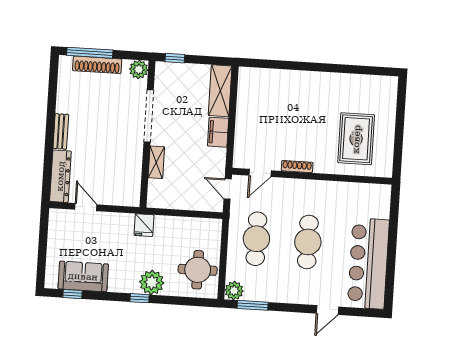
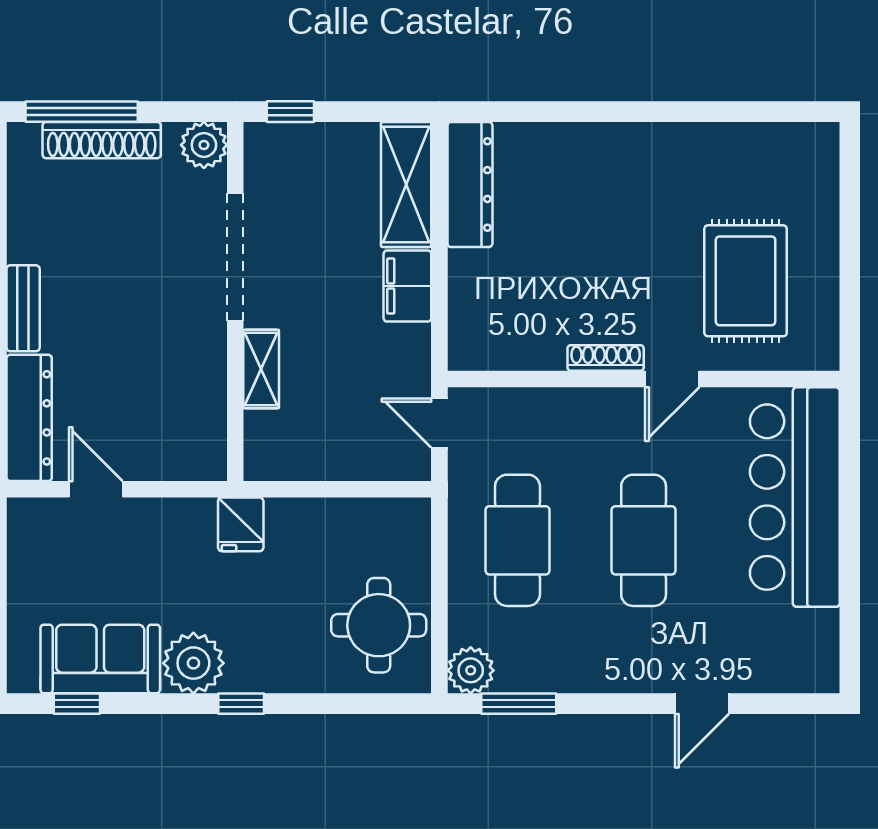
dresser: (246, 92) -> (470, 185), added
door: (260, 173) -> (672, 379), moved
bar counter: (368, 263) -> (795, 497), moved
plant: (152, 282) -> (193, 663), moved

